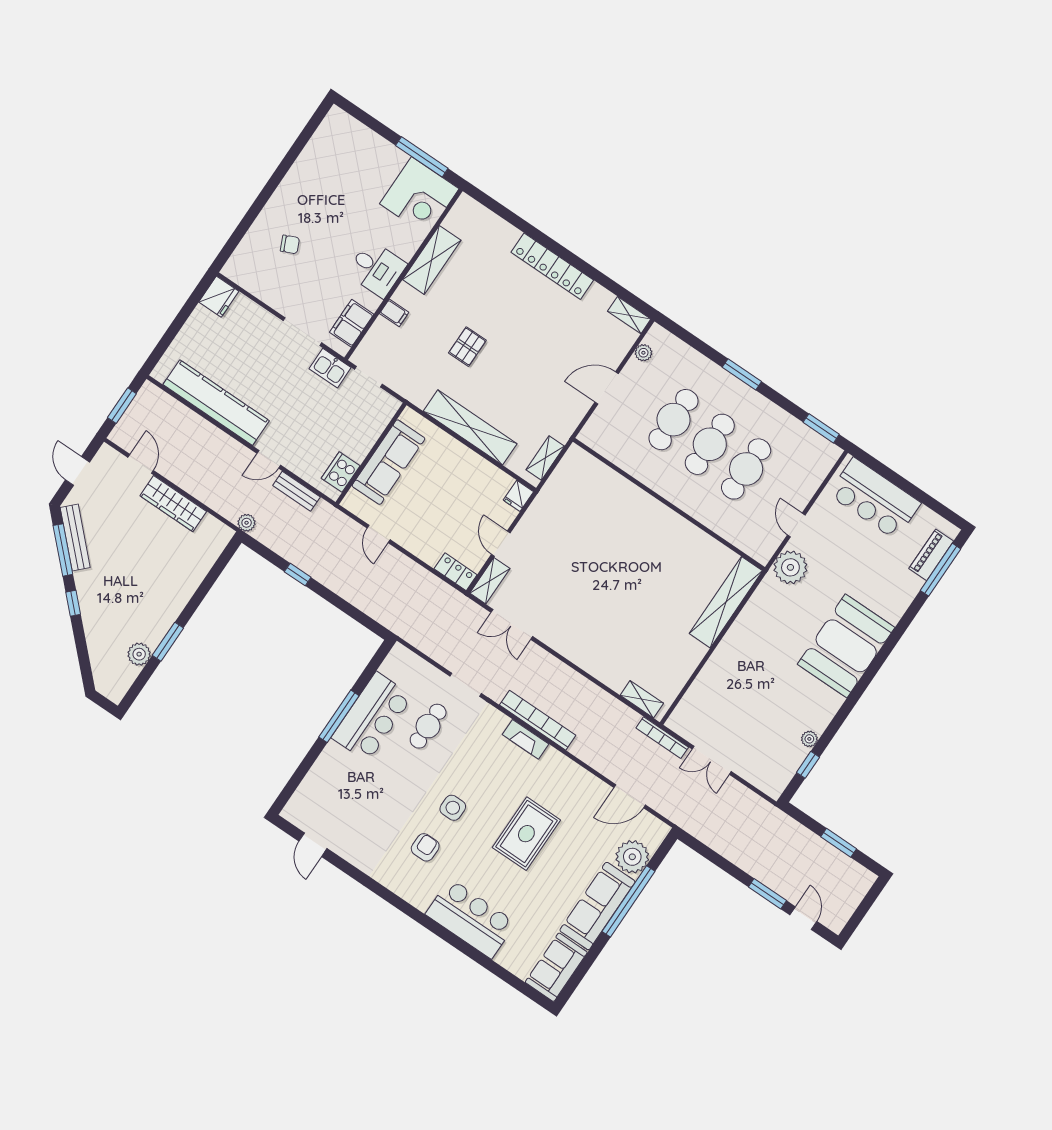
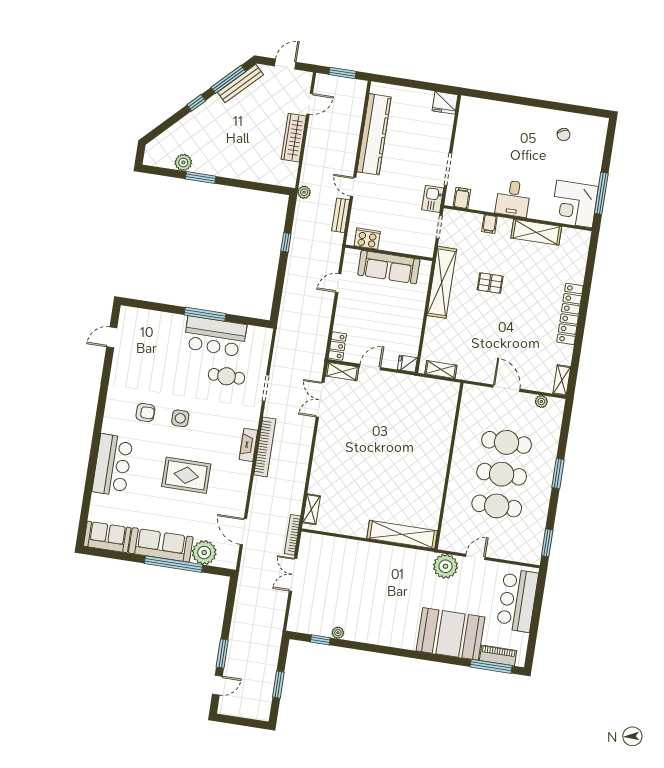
chair: (290, 244) -> (564, 135), moved
filing cabinet: (352, 323) -> (462, 198), width x0.50
shelving: (470, 427) -> (442, 282), moved
booth: (846, 646) -> (450, 634), moved

